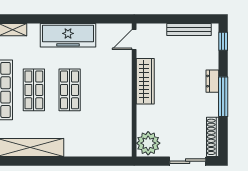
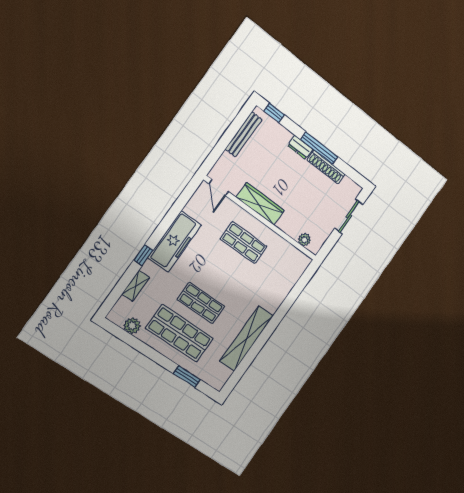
window: (41, 19) -> (143, 255), added
shop shelf: (70, 90) -> (244, 243), moved
shoe rack: (213, 137) -> (326, 167), moved
plant: (148, 143) -> (304, 240), width x0.53, depth x0.53

